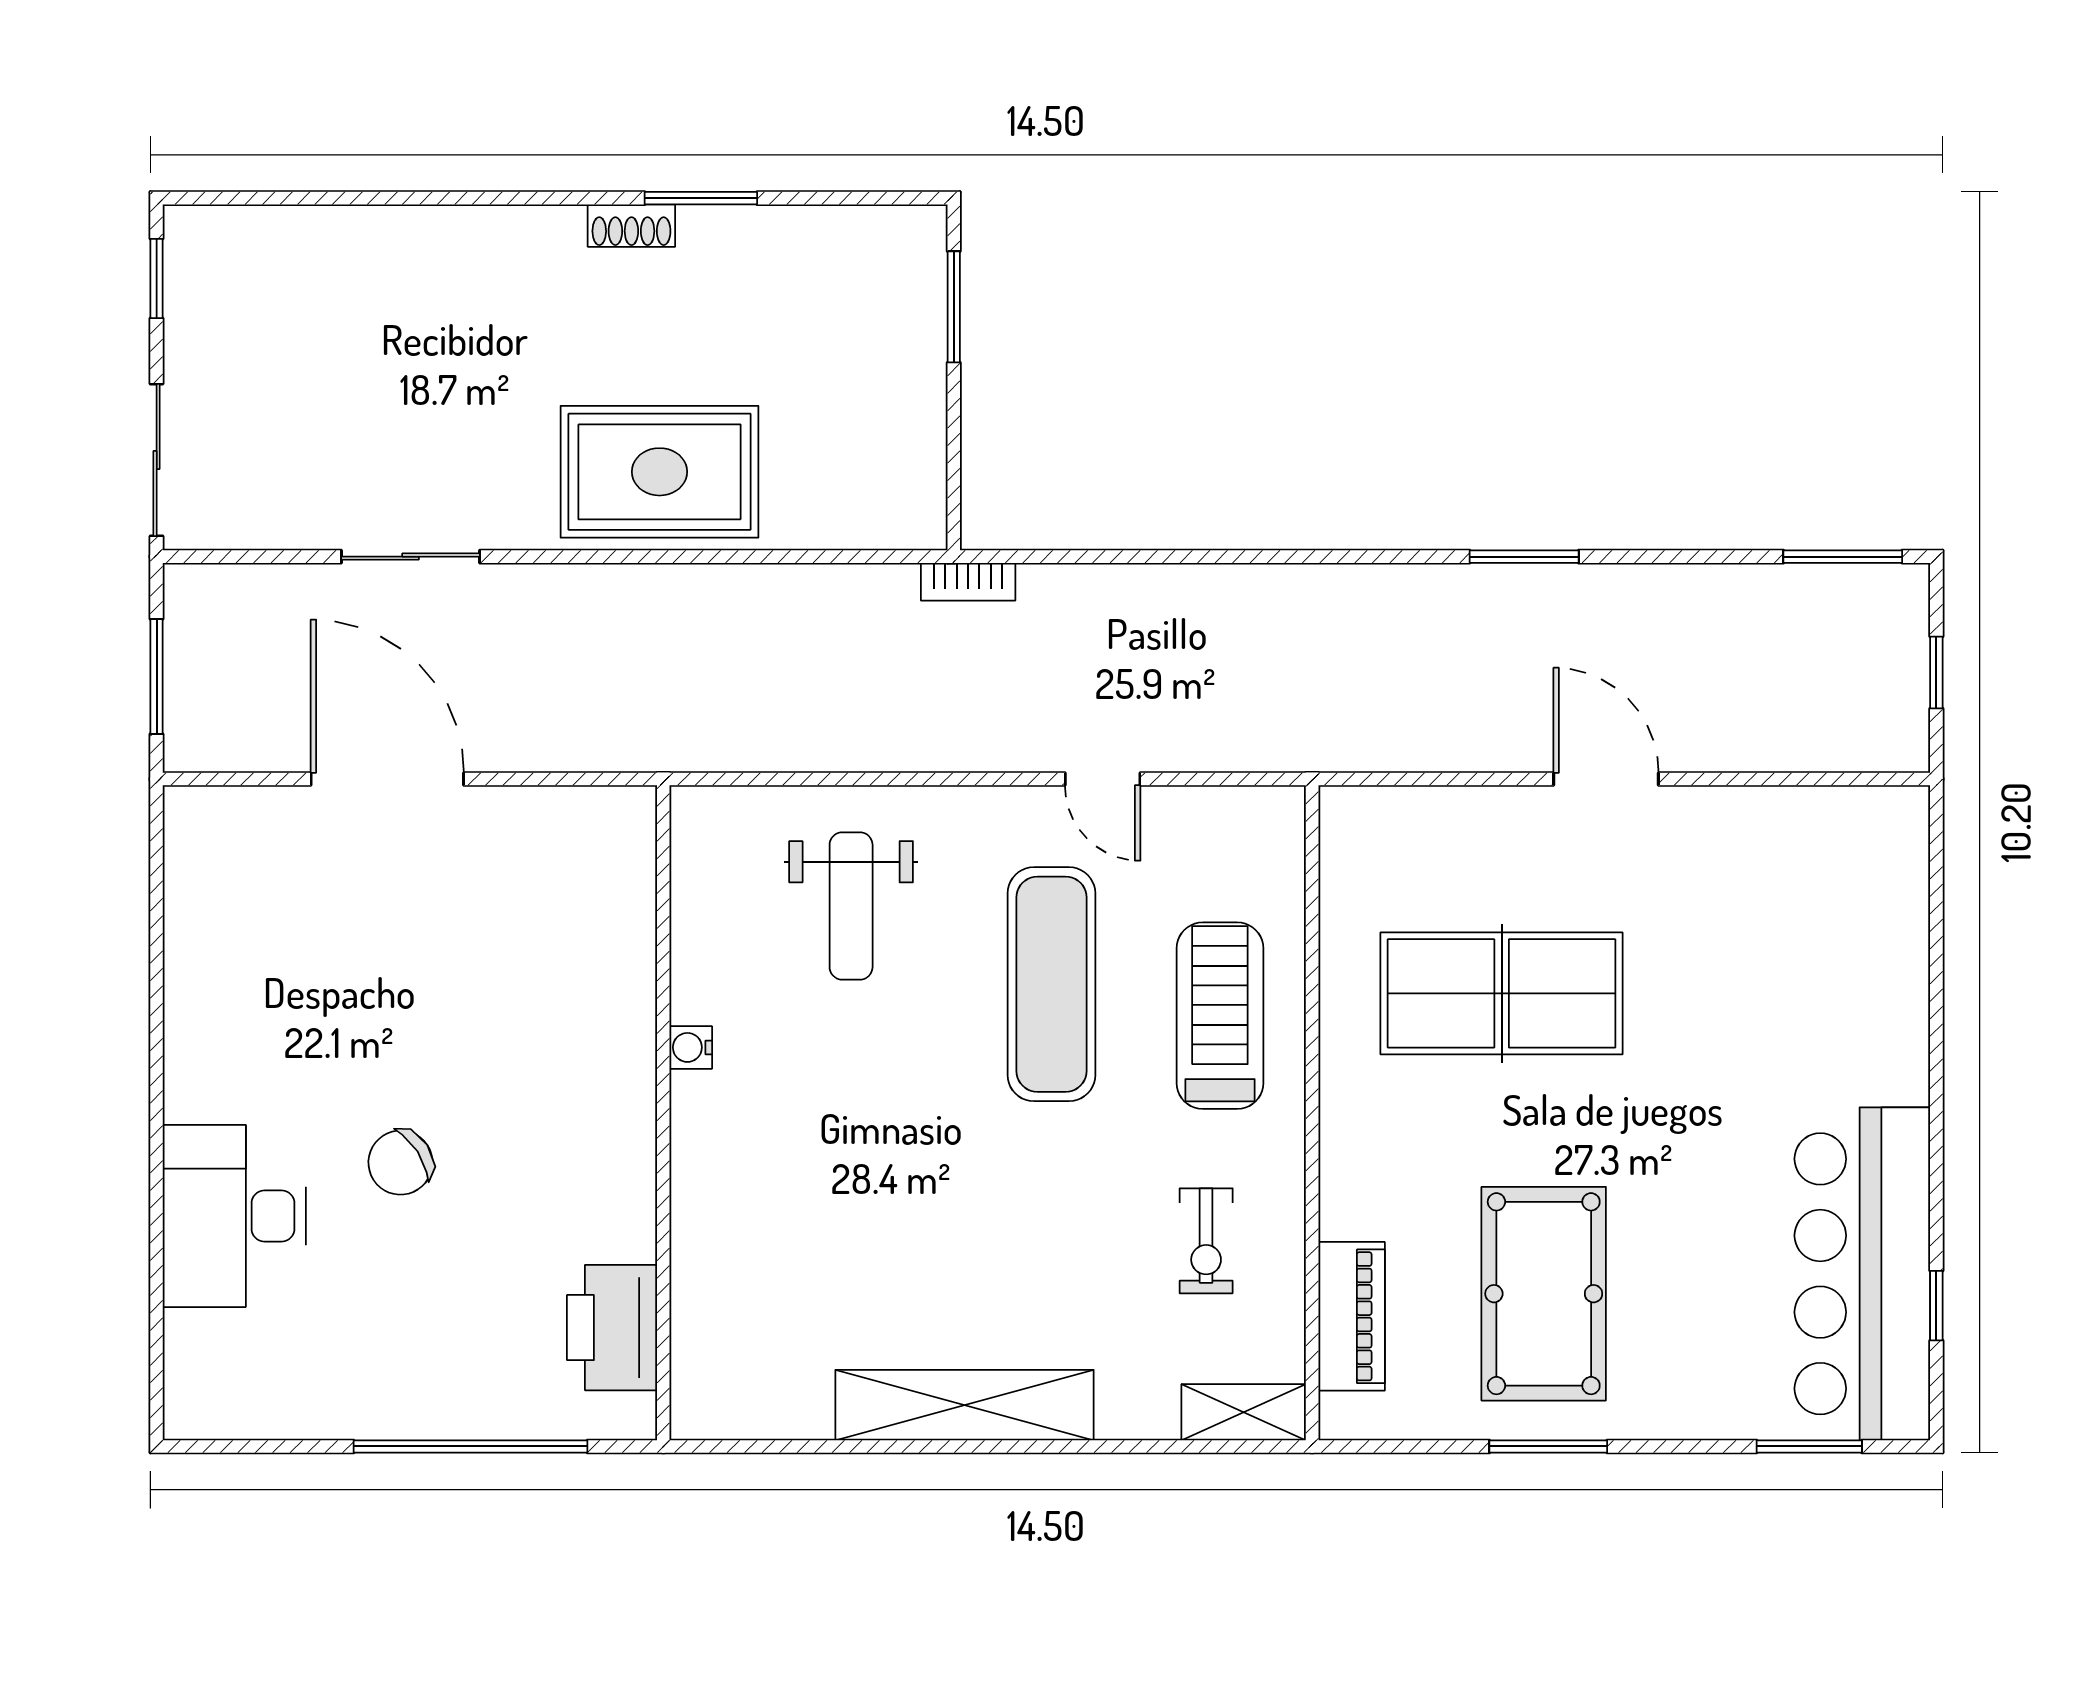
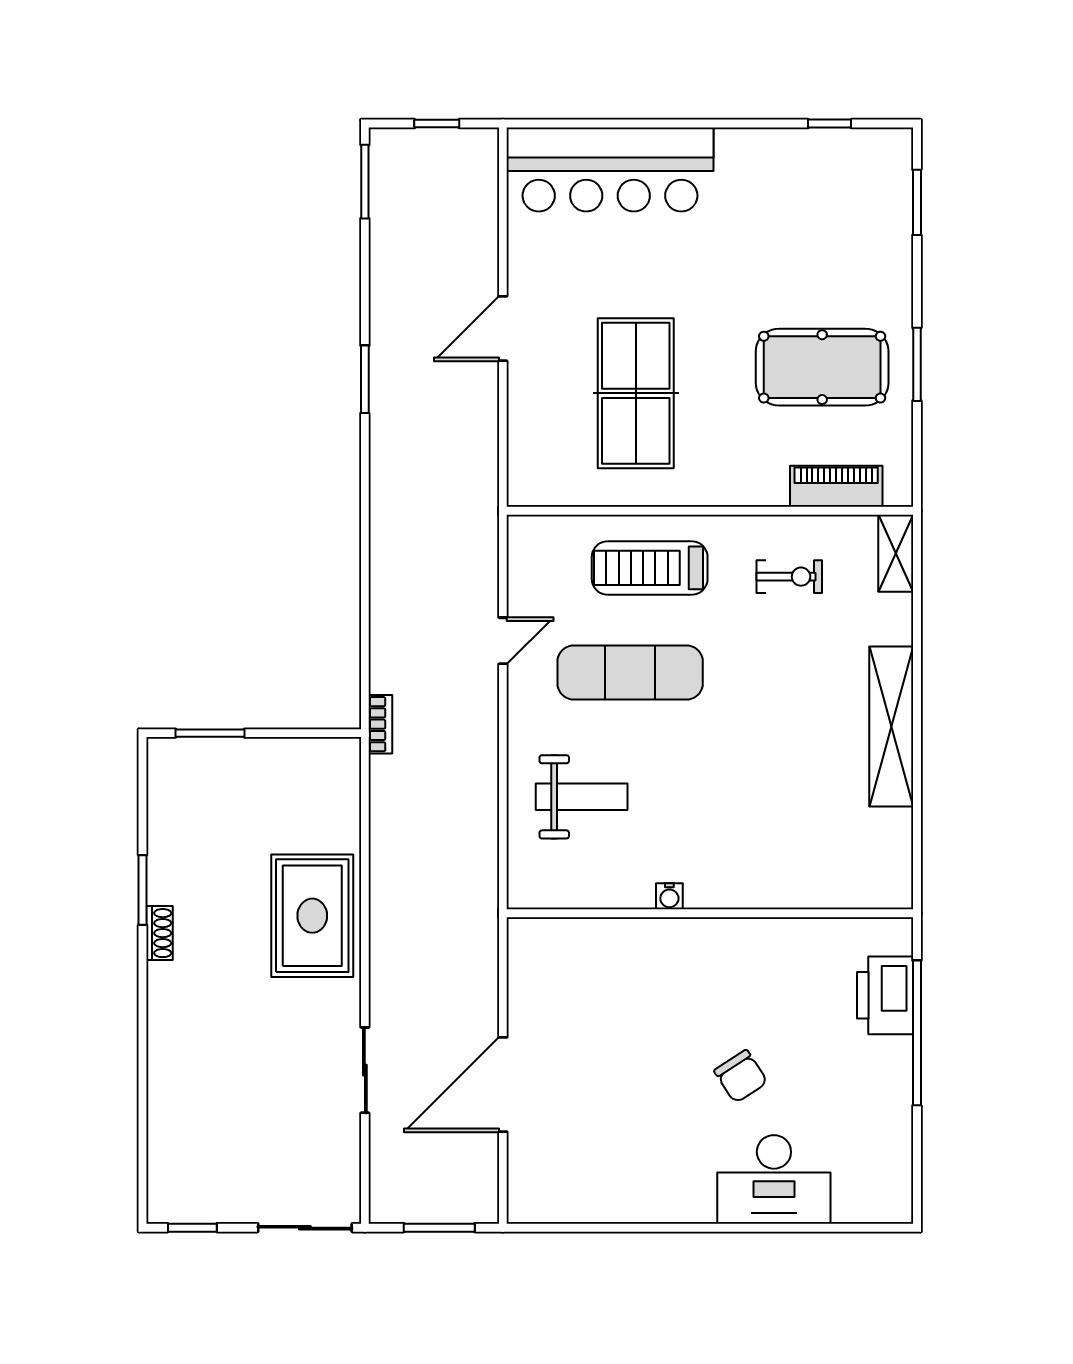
bar counter: (1862, 1274) -> (610, 169), moved
printer: (612, 1328) -> (885, 995), moved, turned 90

